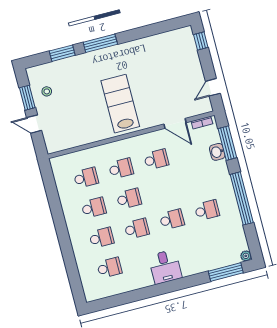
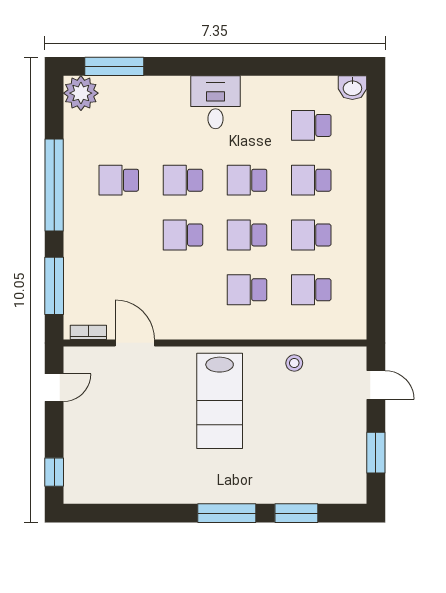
stool: (47, 91) -> (294, 363), moved
door: (34, 124) -> (376, 385), moved
washbasin: (217, 152) -> (352, 88), moved, turned 90
school desk: (156, 159) -> (183, 235), moved
plant: (246, 256) -> (81, 93), width x1.88, depth x1.88

